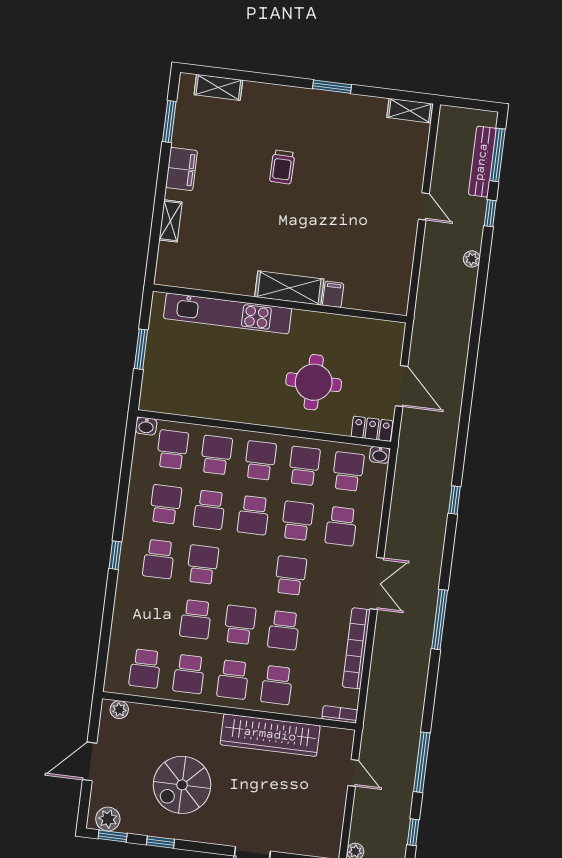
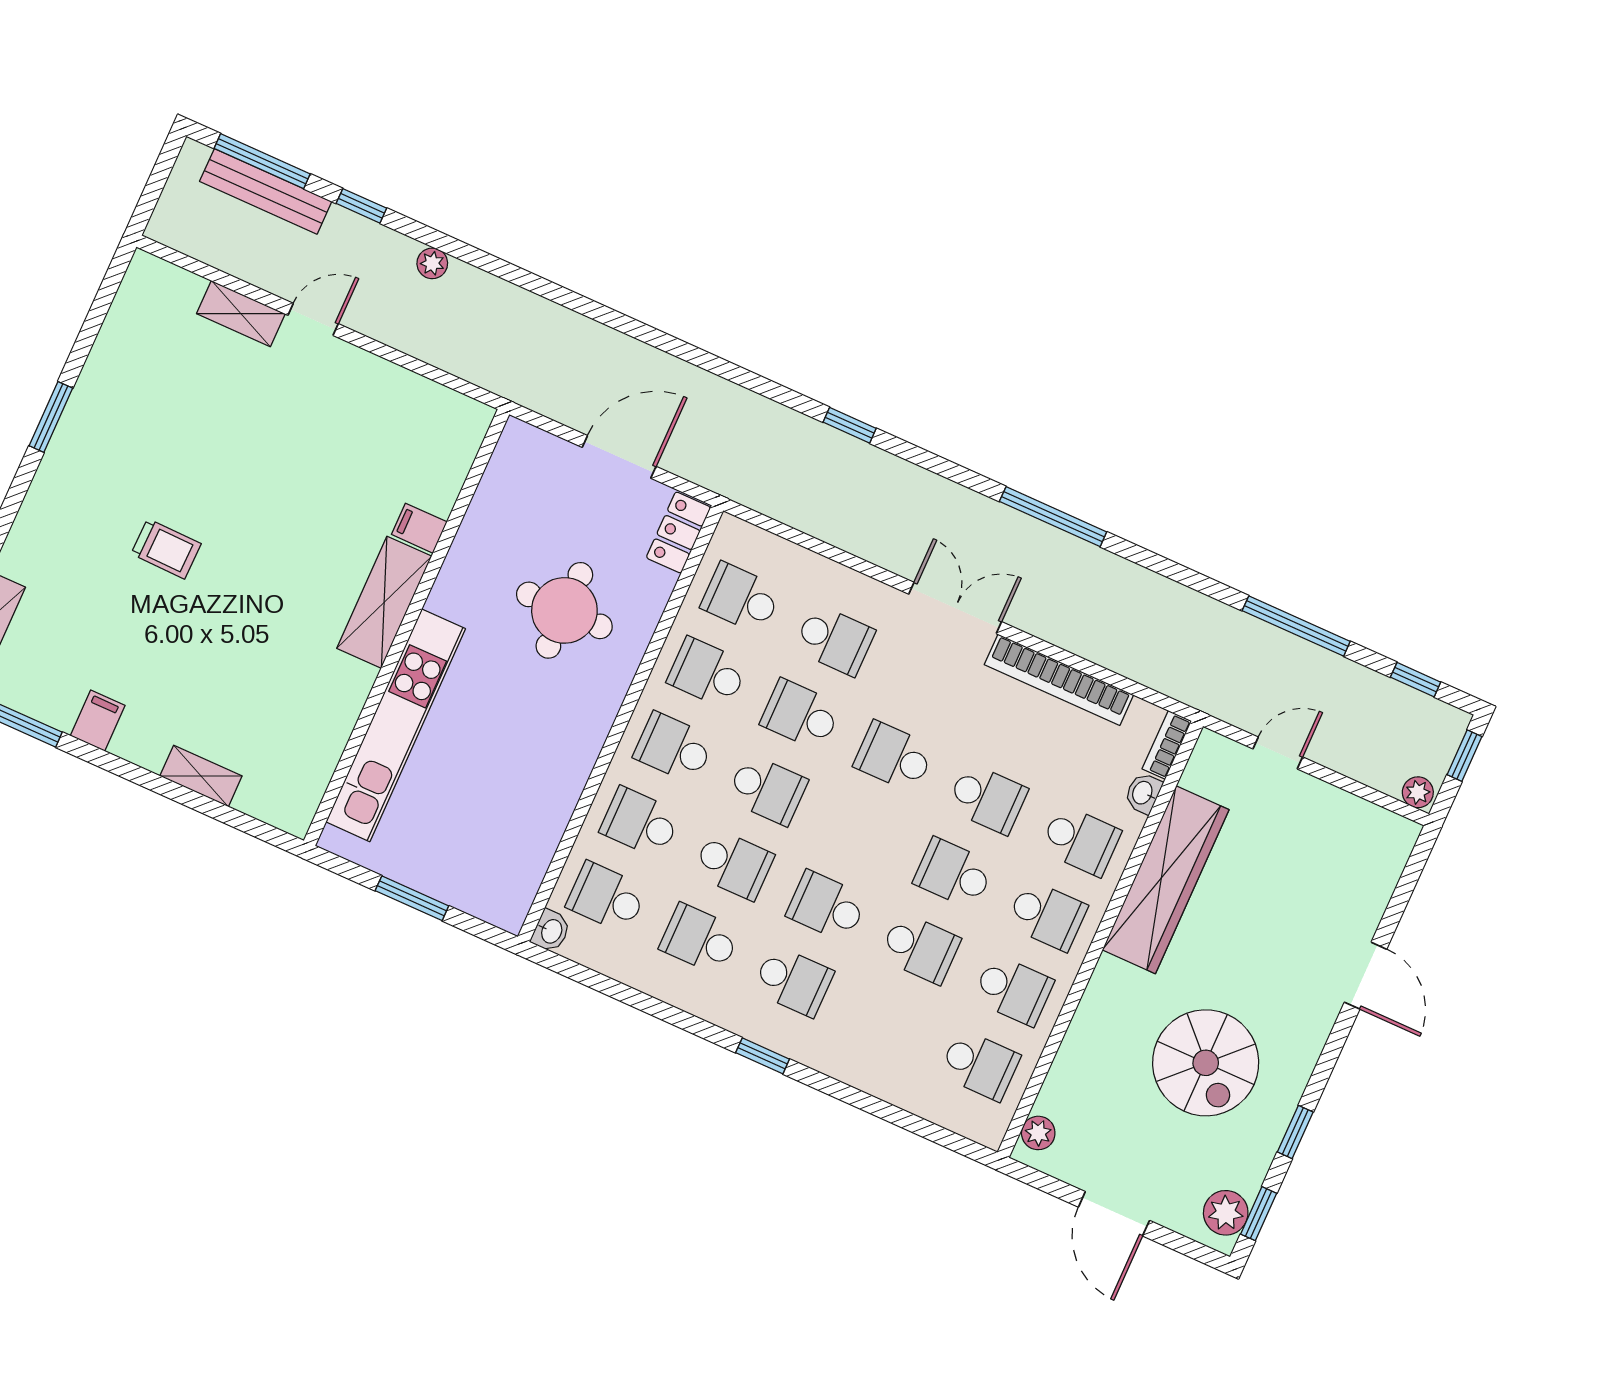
shelving: (410, 111) -> (241, 314), moved, turned 90
filing cabinet: (181, 169) -> (98, 721), width x0.50
washbasin: (380, 455) -> (1143, 793), moved, turned 180

